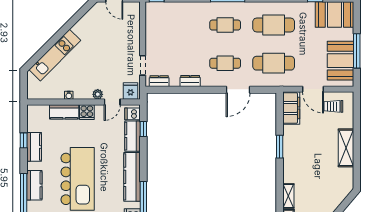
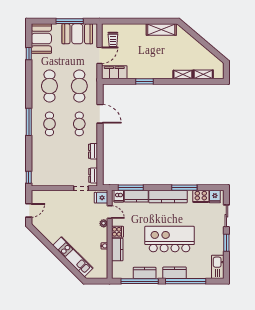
window: (143, 129) -> (131, 188), width x2.17
window: (24, 140) -> (140, 281), width x3.17
shelving: (346, 148) -> (161, 30), moved

